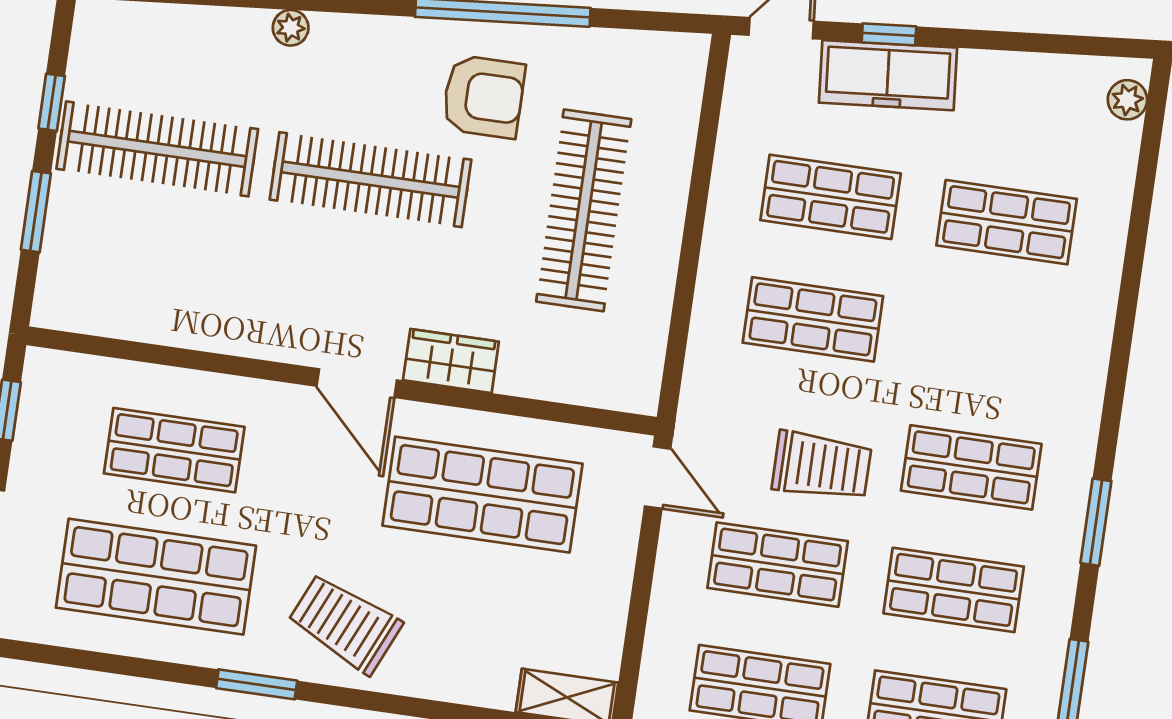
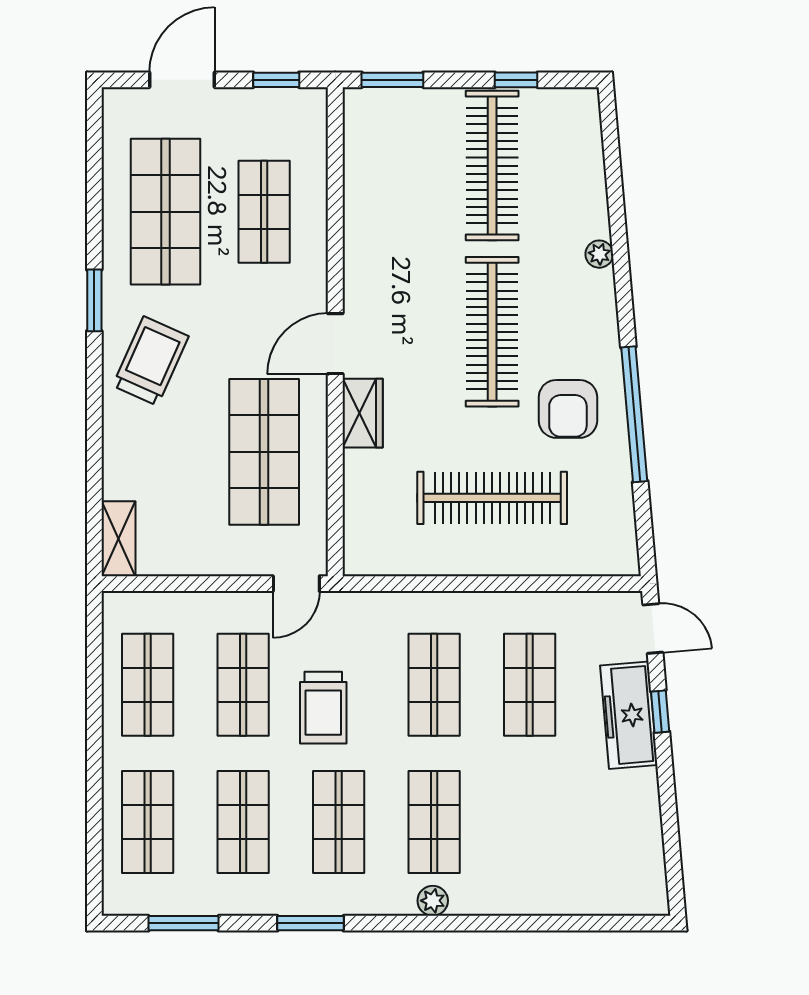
plant: (1127, 100) -> (433, 901), moved
window: (36, 212) -> (392, 80), moved
shop shelf: (1007, 222) -> (434, 822), moved

